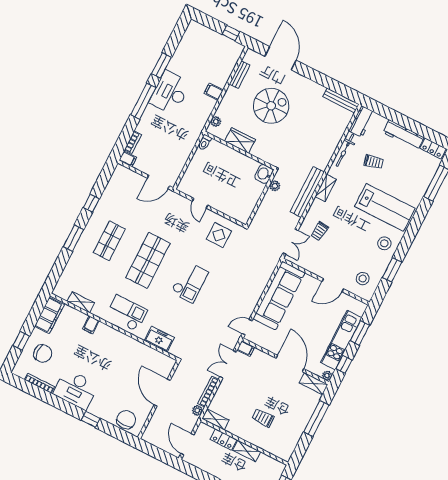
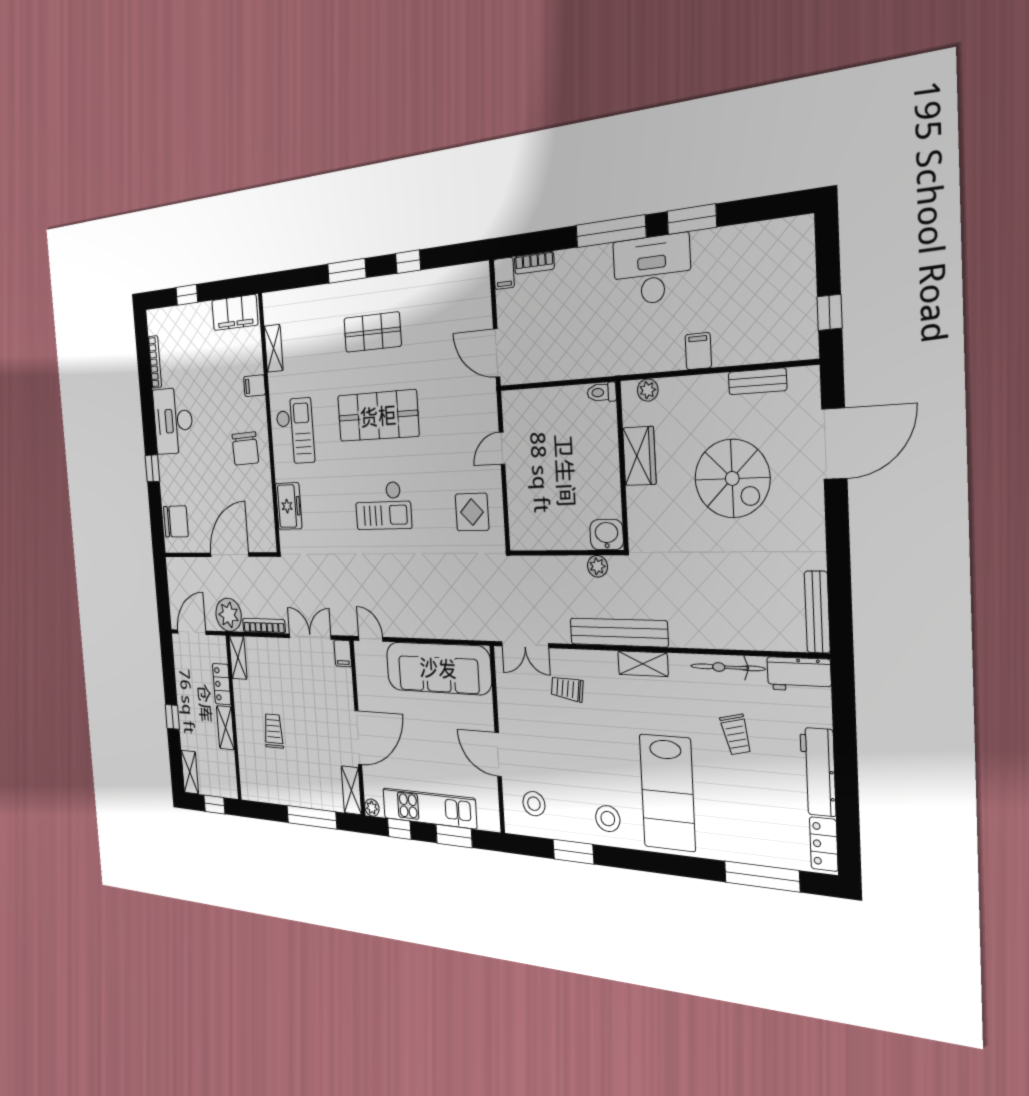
chair: (43, 353) -> (245, 448), moved
plant: (197, 410) -> (229, 615), width x1.87, depth x1.87

